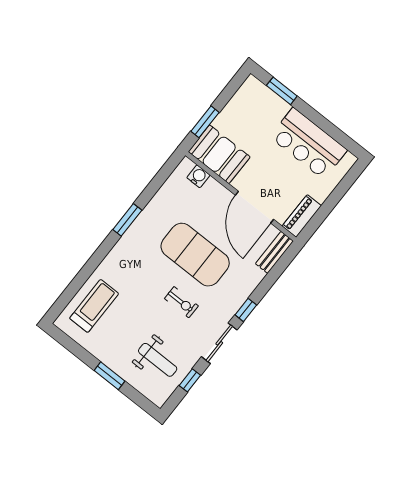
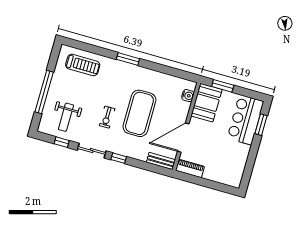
bar counter: (308, 143) -> (245, 120), moved
window: (127, 220) -> (128, 59), moved
window: (110, 376) -> (44, 92), width x2.11

